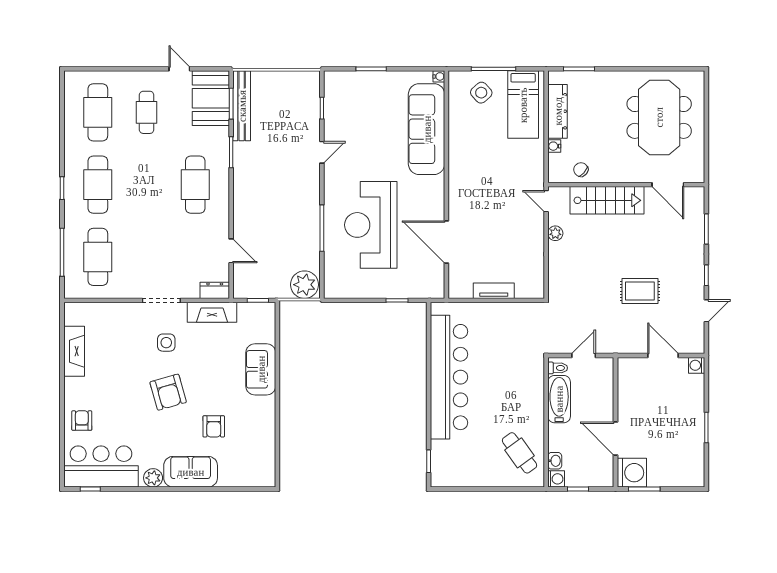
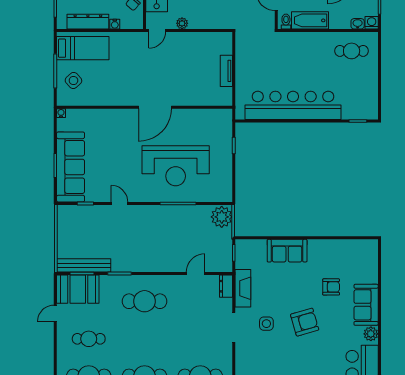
sofa: (427, 129) -> (71, 167), moved, turned -90
door: (446, 242) -> (155, 107), moved
cafe table: (520, 453) -> (352, 51), turned 36

